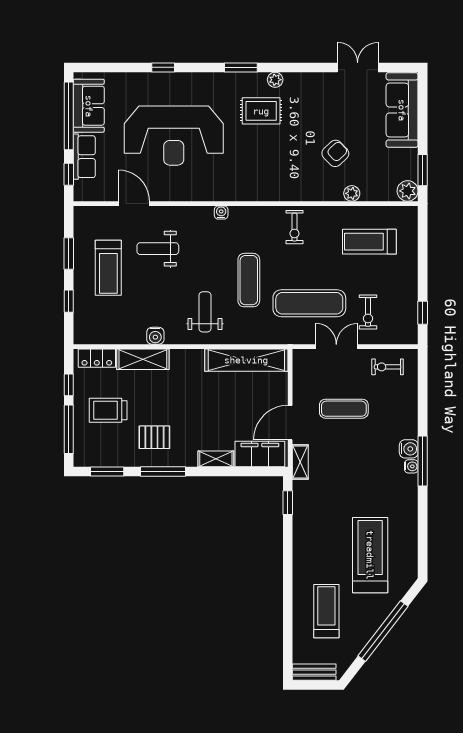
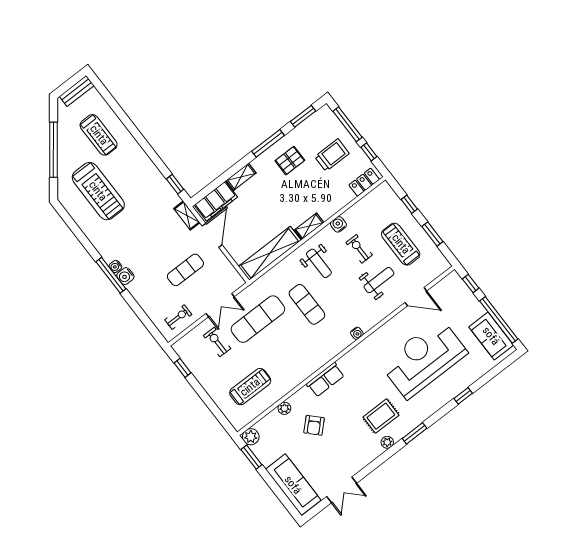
row of seats: (84, 157) -> (325, 380), moved, turned -90
exercise bike: (294, 227) -> (359, 249), moved
shelving: (143, 359) -> (309, 226), moved, width x0.67, depth x0.75

